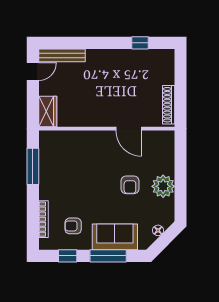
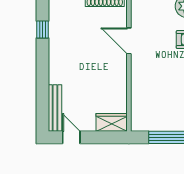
door: (129, 129) -> (129, 41), swing flipped

